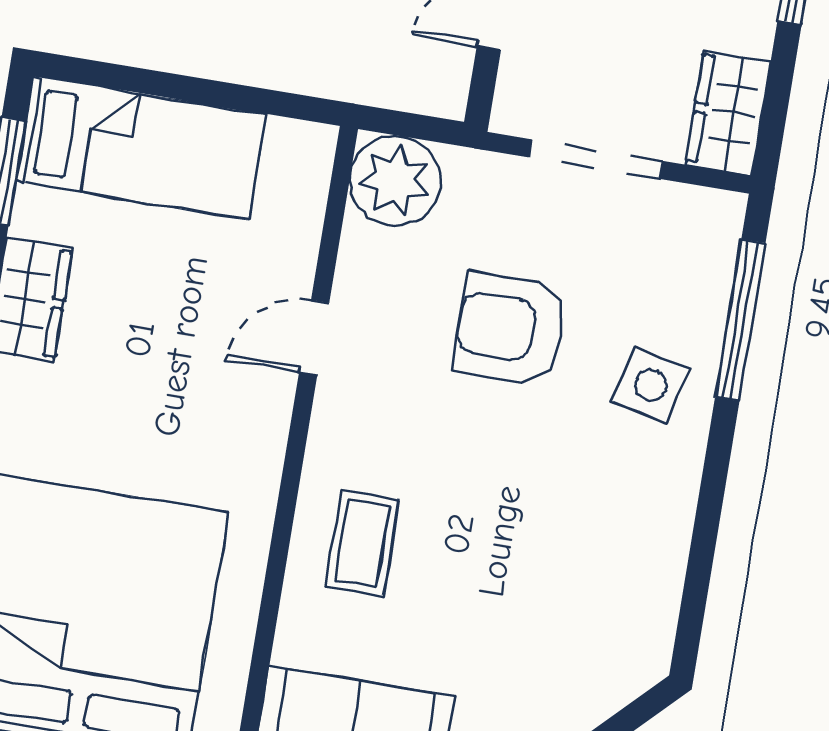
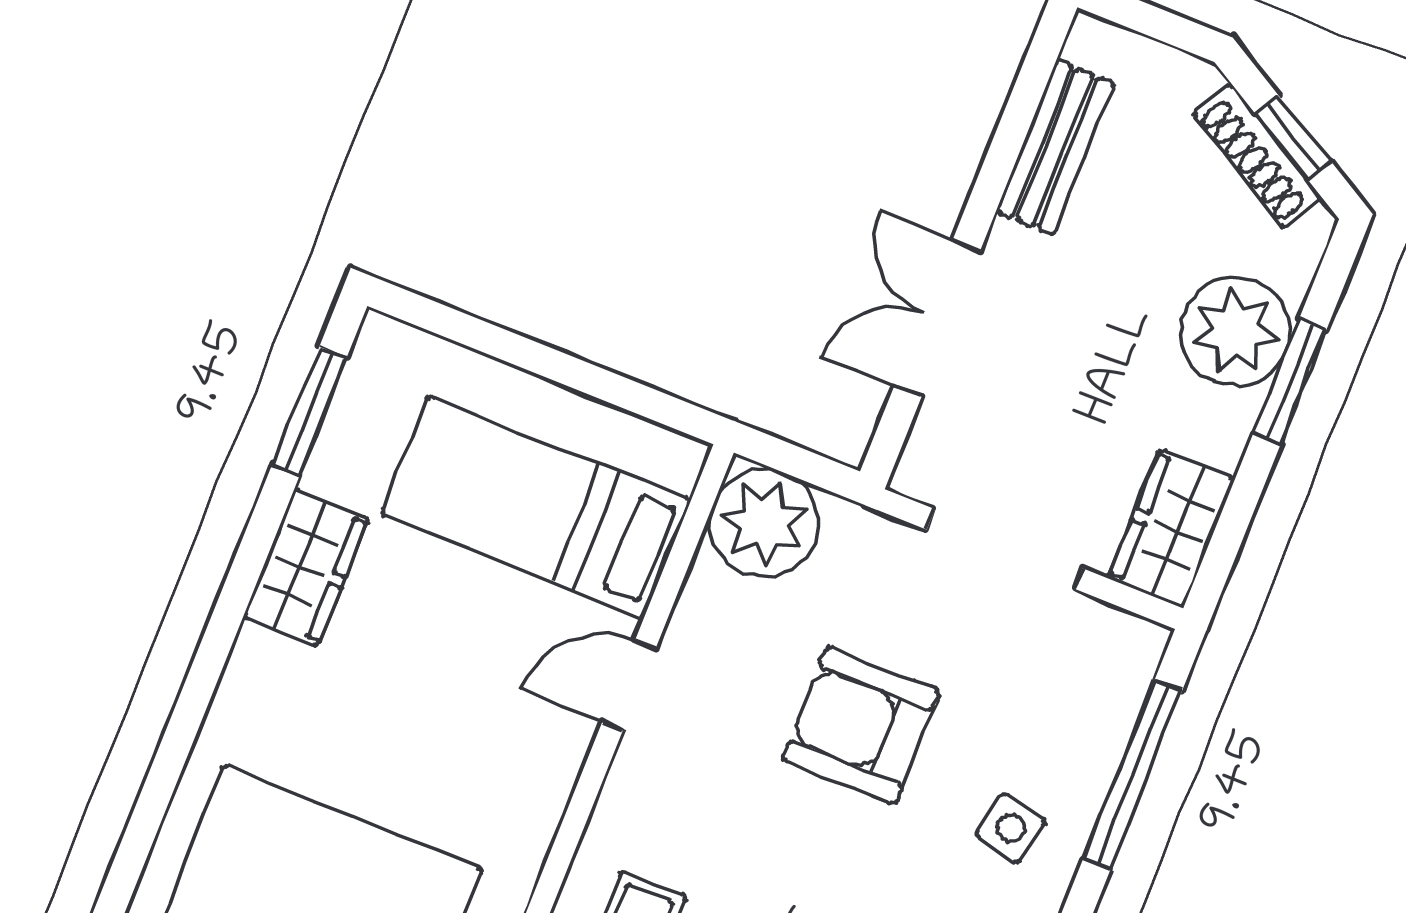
bed: (141, 148) -> (536, 507), moved, turned 180
side table: (651, 385) -> (1011, 828), width x0.73, depth x0.73

